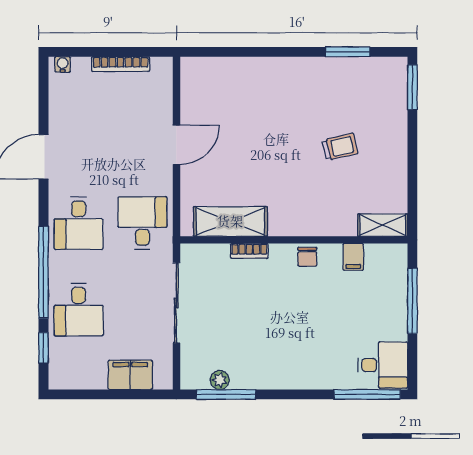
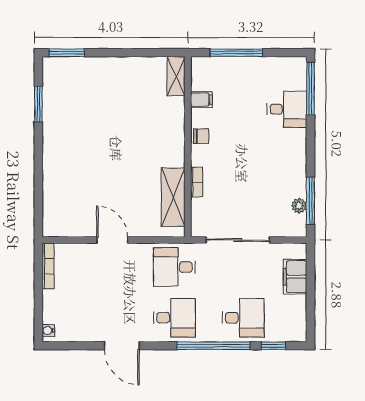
bookcase: (120, 64) -> (48, 266), moved
trolley: (340, 147) -> (114, 110), removed
desk: (383, 365) -> (287, 109), moved, turned 90

